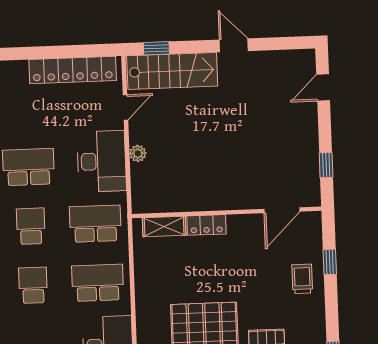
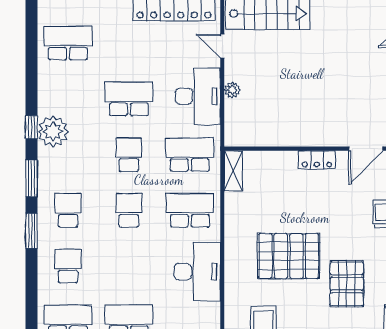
door: (125, 107) -> (222, 46), swing flipped
locker: (206, 225) -> (317, 160), moved
shelving: (164, 226) -> (233, 171), moved, turned 90

